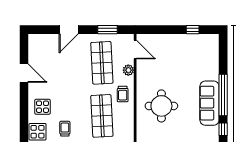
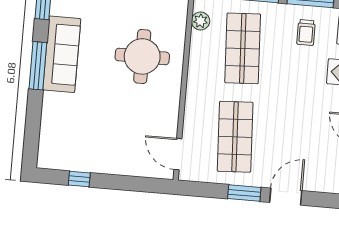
window: (107, 30) -> (244, 193), moved
plant: (128, 70) -> (201, 21), moved
trolley: (123, 94) -> (205, 82), removed
window: (223, 95) -> (38, 66), width x0.68

